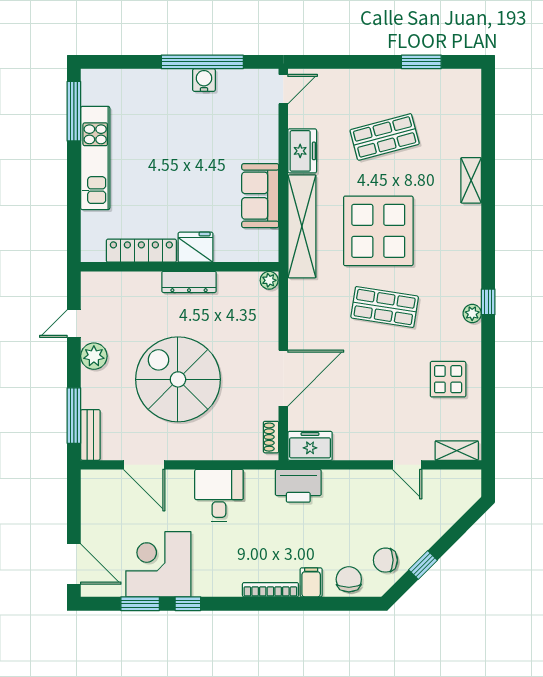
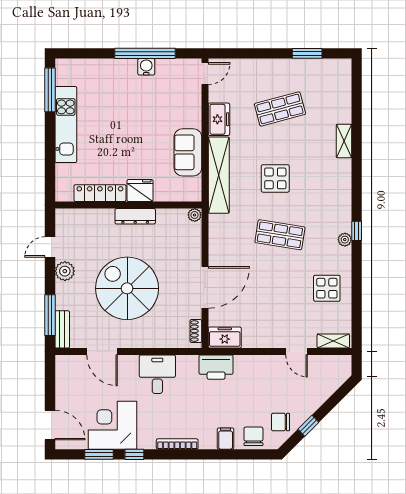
display table: (378, 231) -> (275, 178), width x0.54, depth x0.54
bookcase: (270, 590) -> (177, 444), moved

